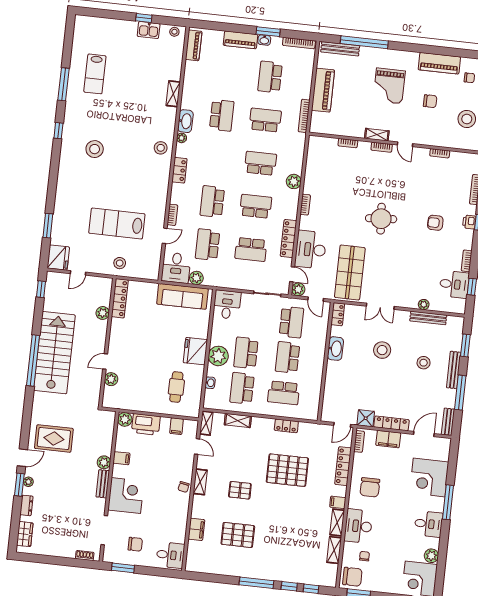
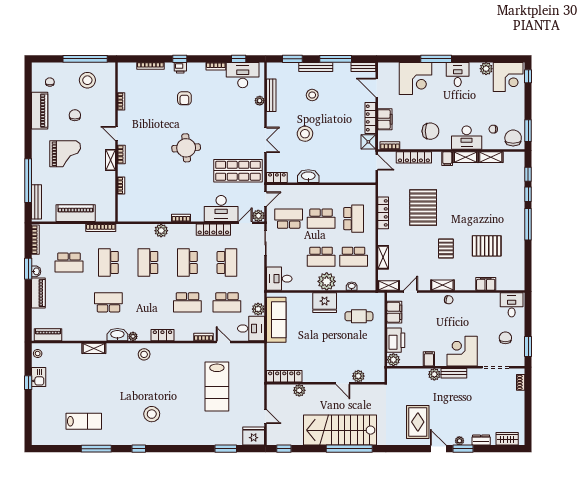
door: (405, 144) -> (116, 134), swing flipped
stool: (120, 263) -> (252, 380), removed
desk: (454, 284) -> (243, 75), width x1.37
filing cabinet: (177, 426) -> (394, 312), width x2.00
locker: (286, 426) -> (383, 213), width x1.53
pallet: (238, 535) -> (487, 246), turned 90

